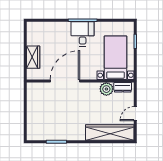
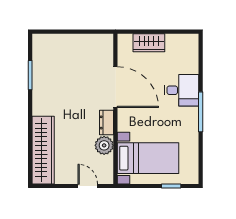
desk: (83, 34) -> (182, 90), moved
dresser: (123, 87) -> (107, 122), moved
door: (135, 114) -> (88, 186), moved

